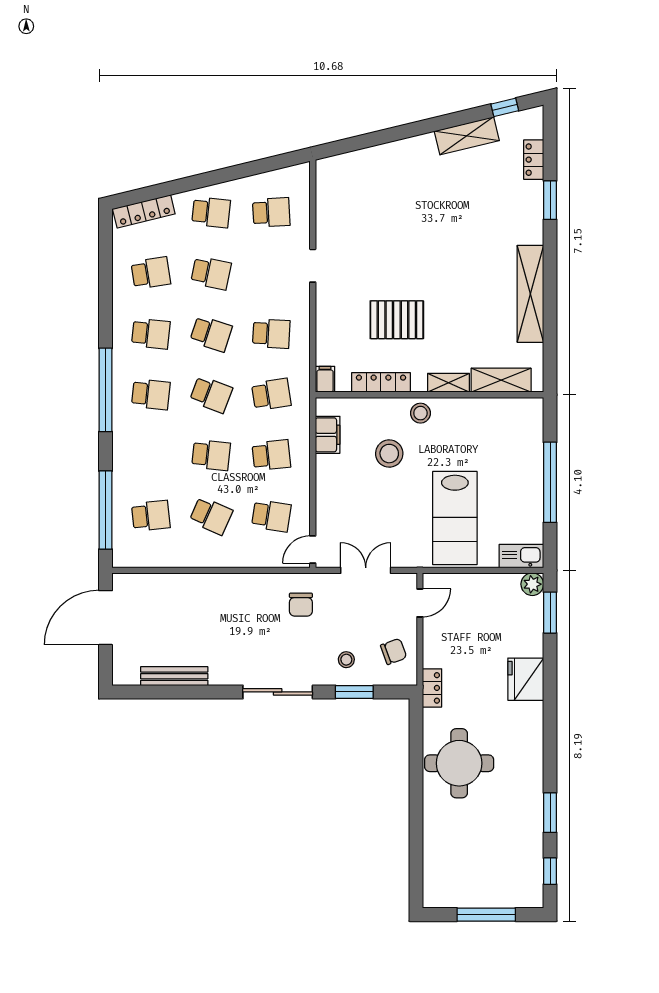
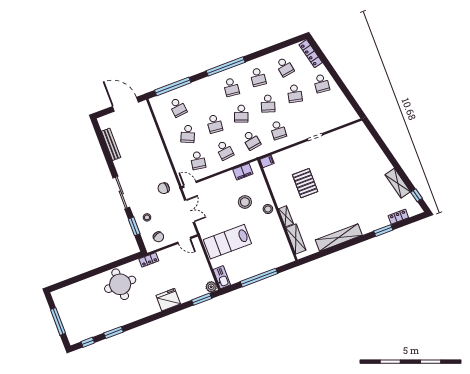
school desk: (271, 212) -> (331, 110), removed
locker: (381, 382) -> (275, 187), removed

